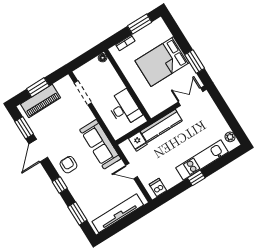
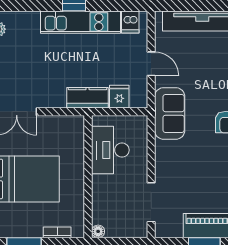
kitchen counter: (161, 126) -> (88, 98), width x0.67
sofa: (100, 144) -> (170, 113), width x0.73
kitchen unit: (202, 160) -> (80, 22), moved

